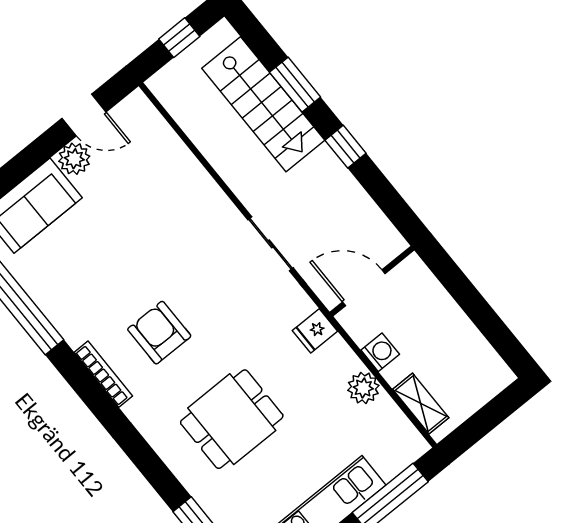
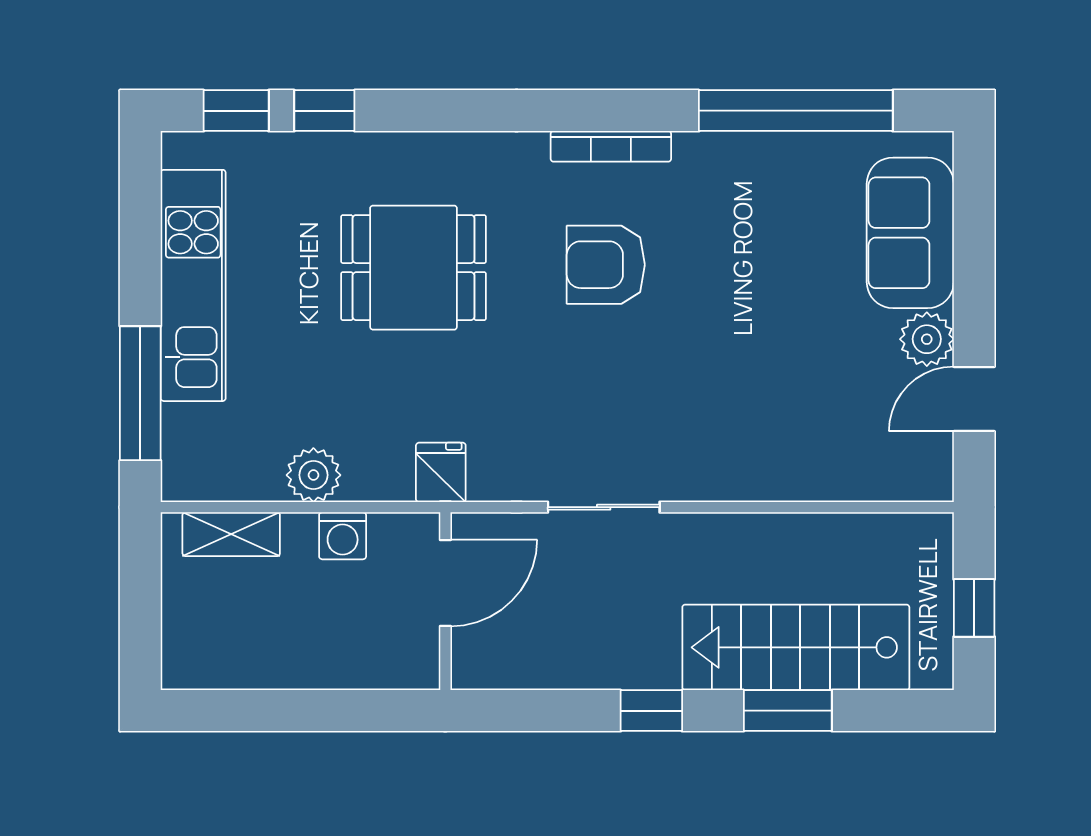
armchair: (159, 333) -> (606, 265), turned 180
dining table: (232, 419) -> (414, 268), turned 90

